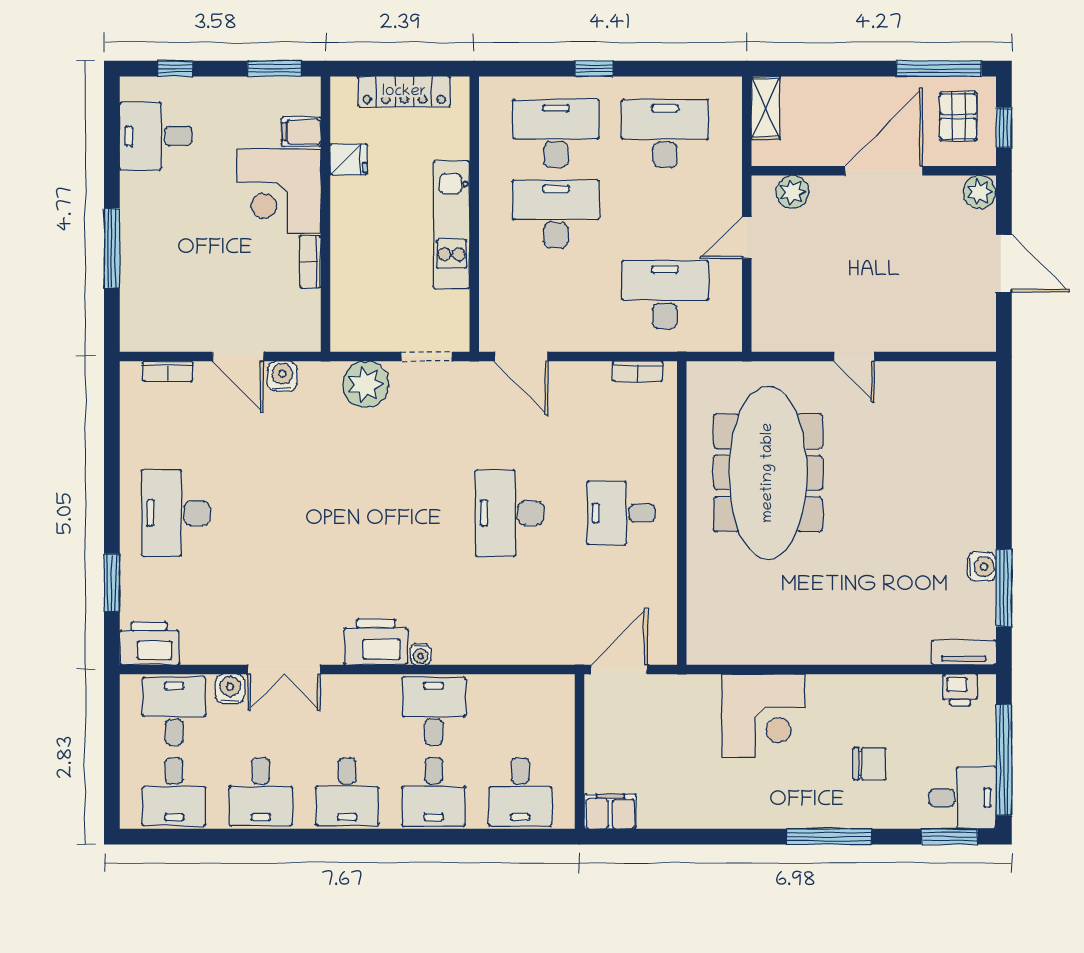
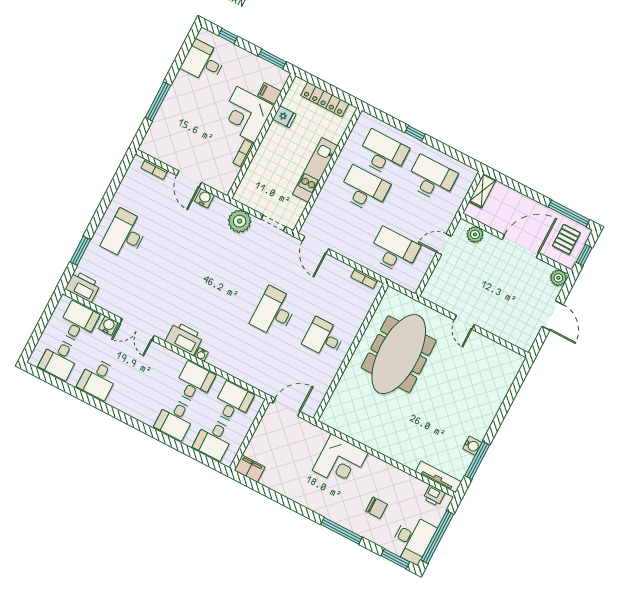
tv unit: (964, 652) -> (438, 477), width x1.41
desk: (347, 792) -> (233, 403), moved, turned 180
desk: (962, 798) -> (413, 539), width x1.37

